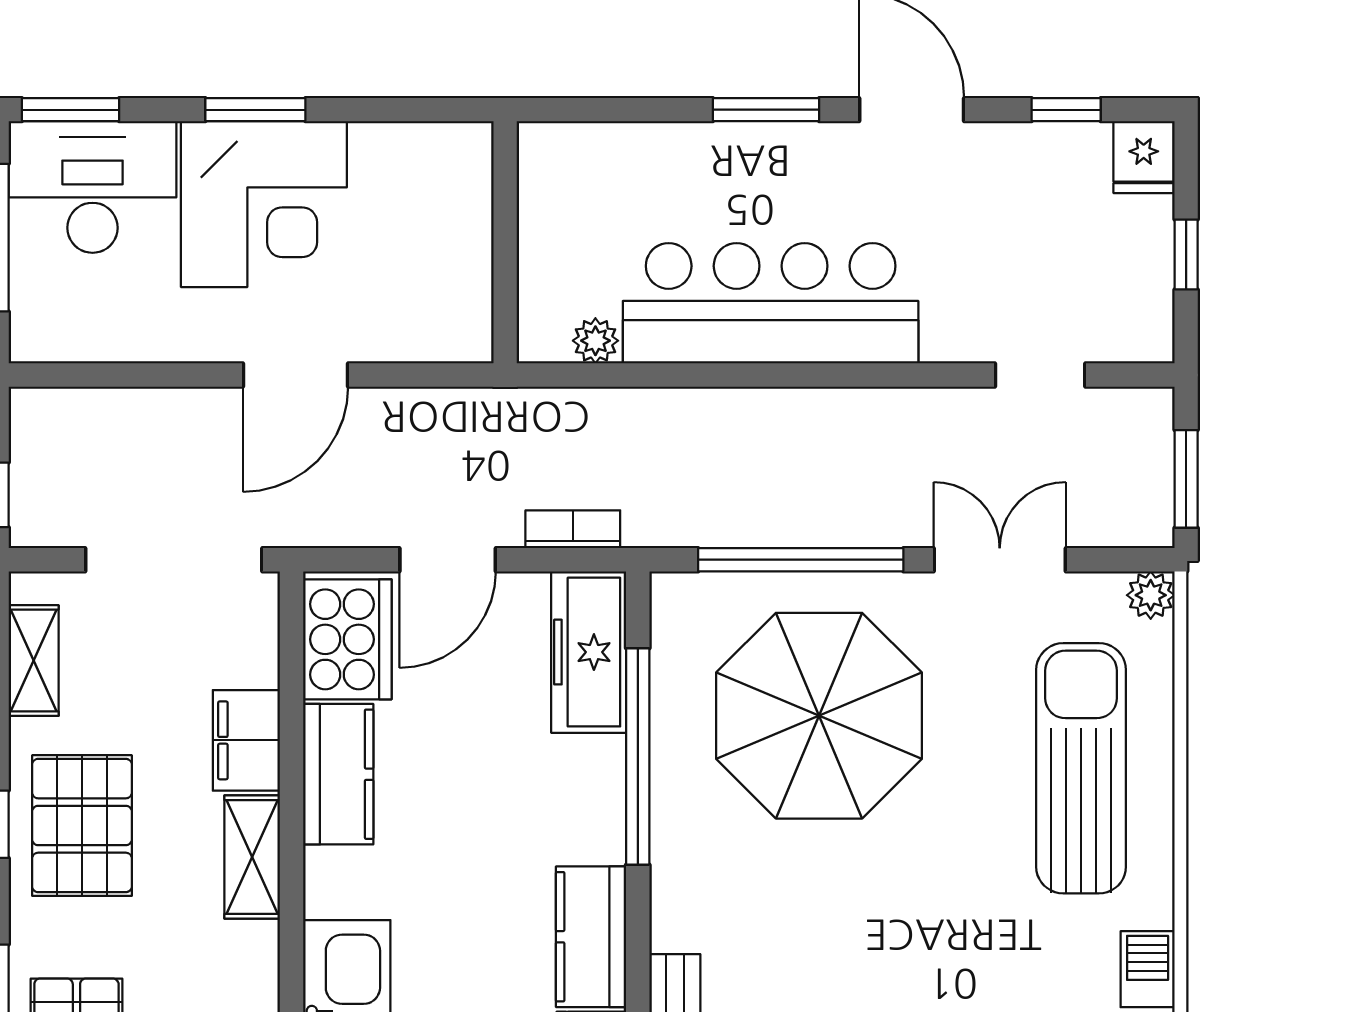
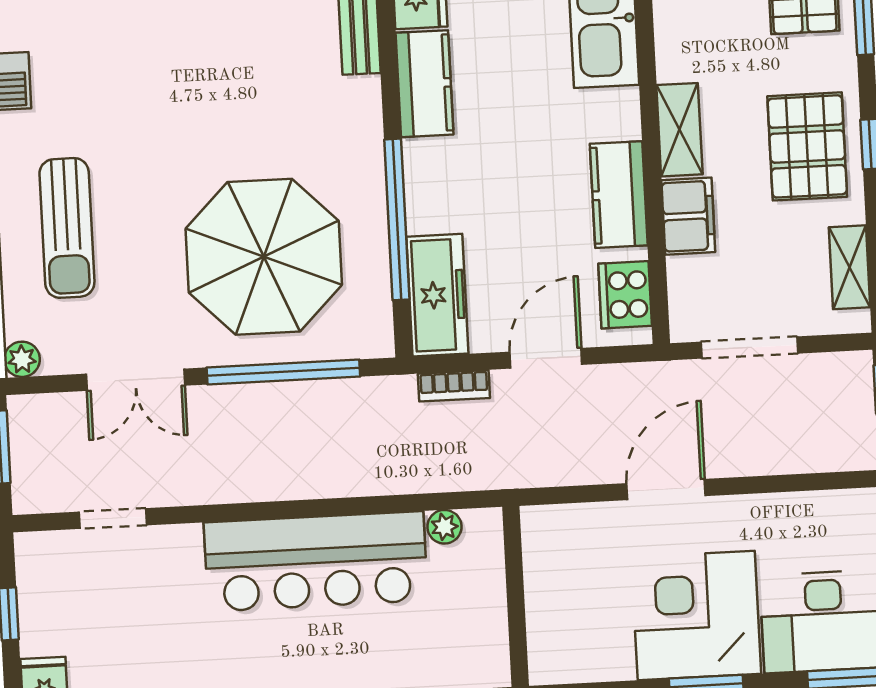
doorway: (174, 560) -> (749, 348), width x0.73
cooker: (347, 639) -> (625, 295), width x0.73, depth x0.76
sun lounger: (1081, 768) -> (67, 228), width x0.73, depth x0.75

